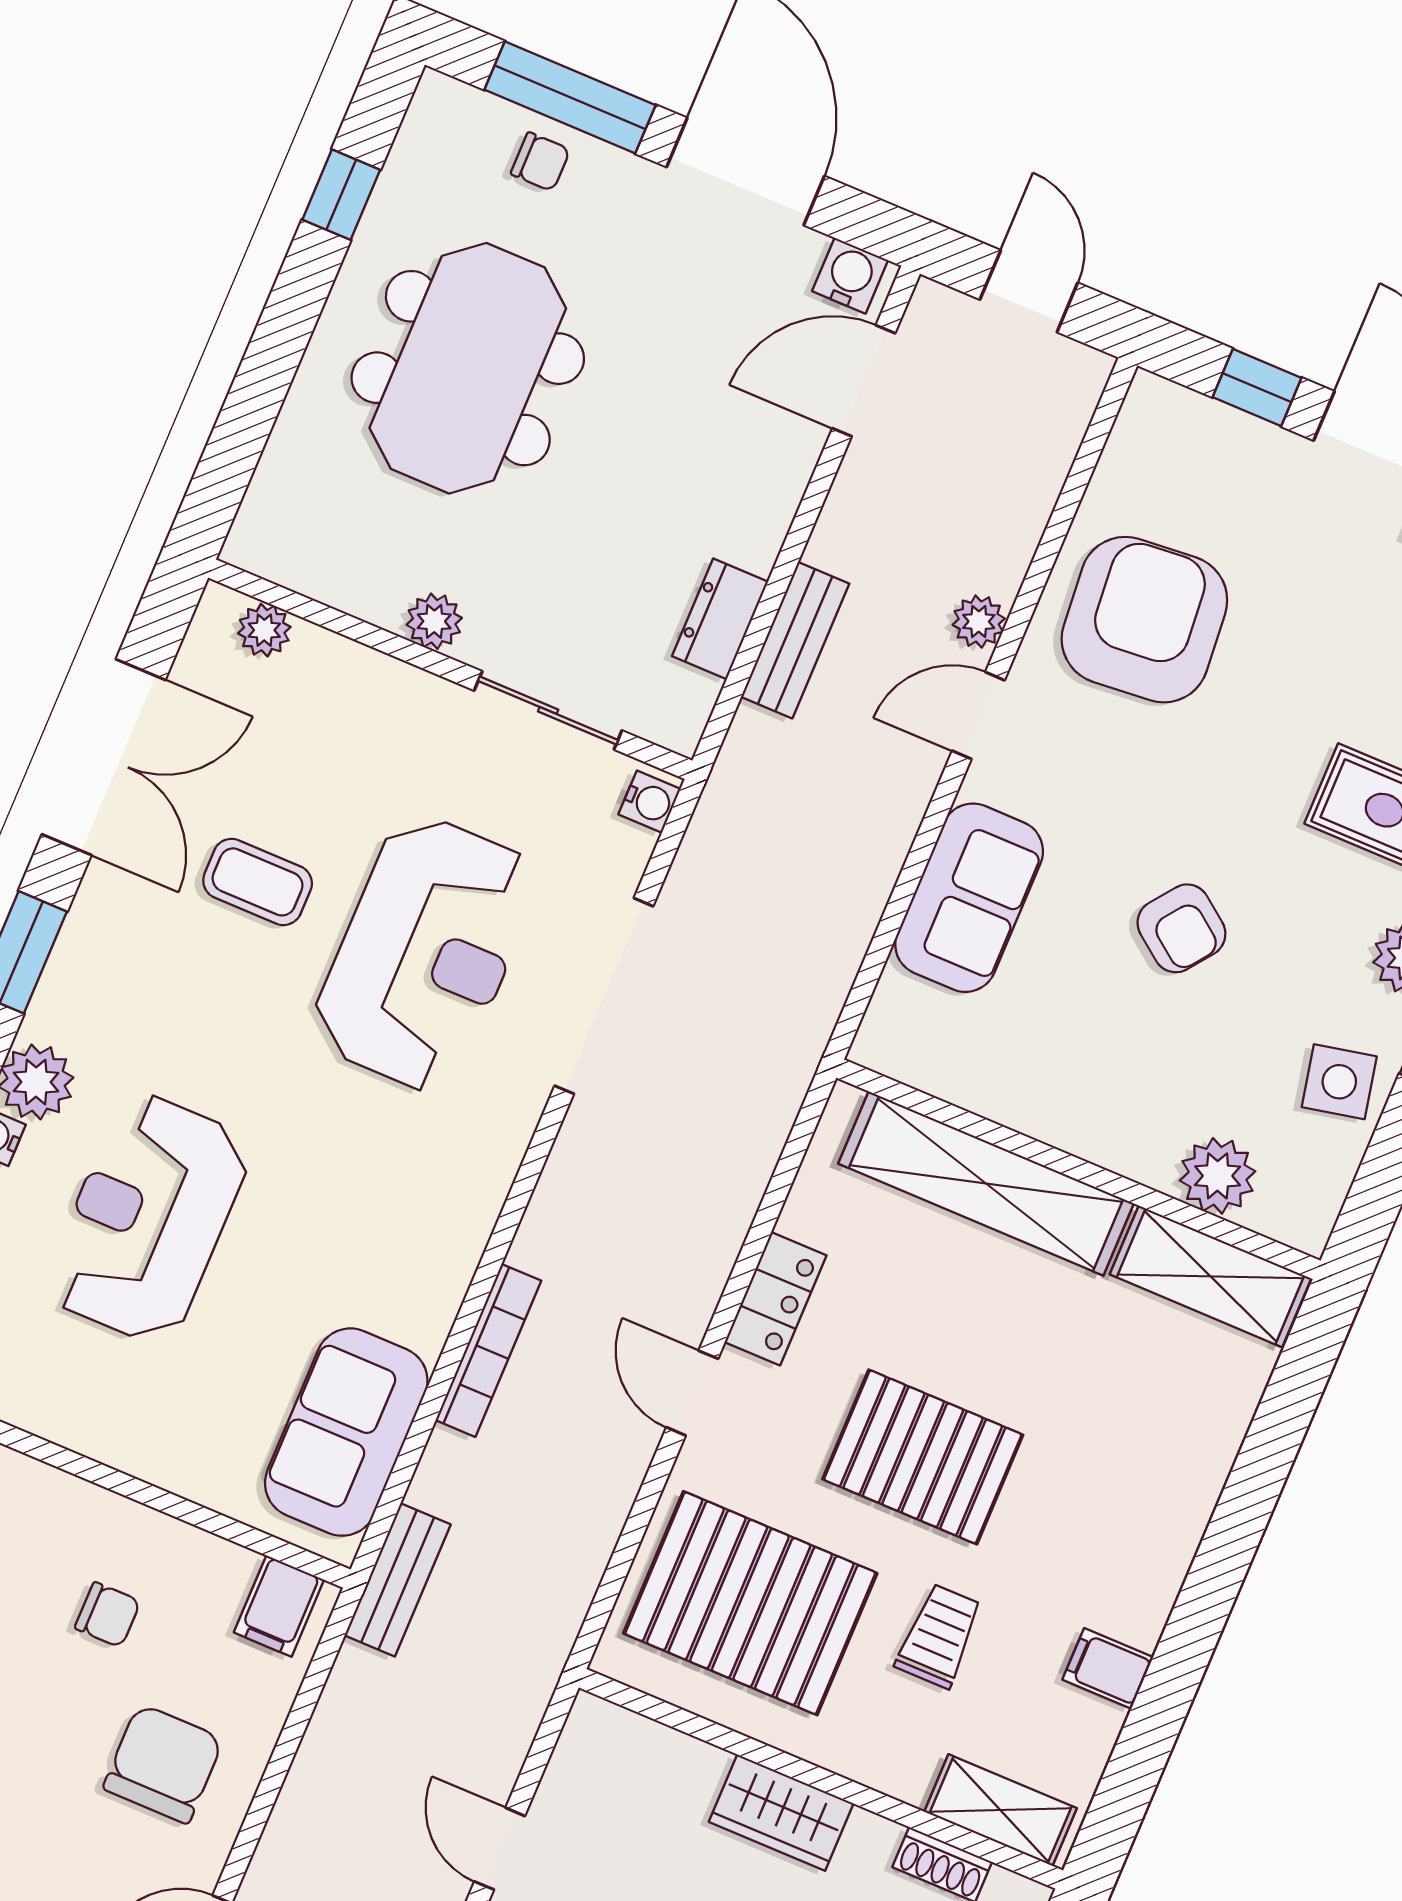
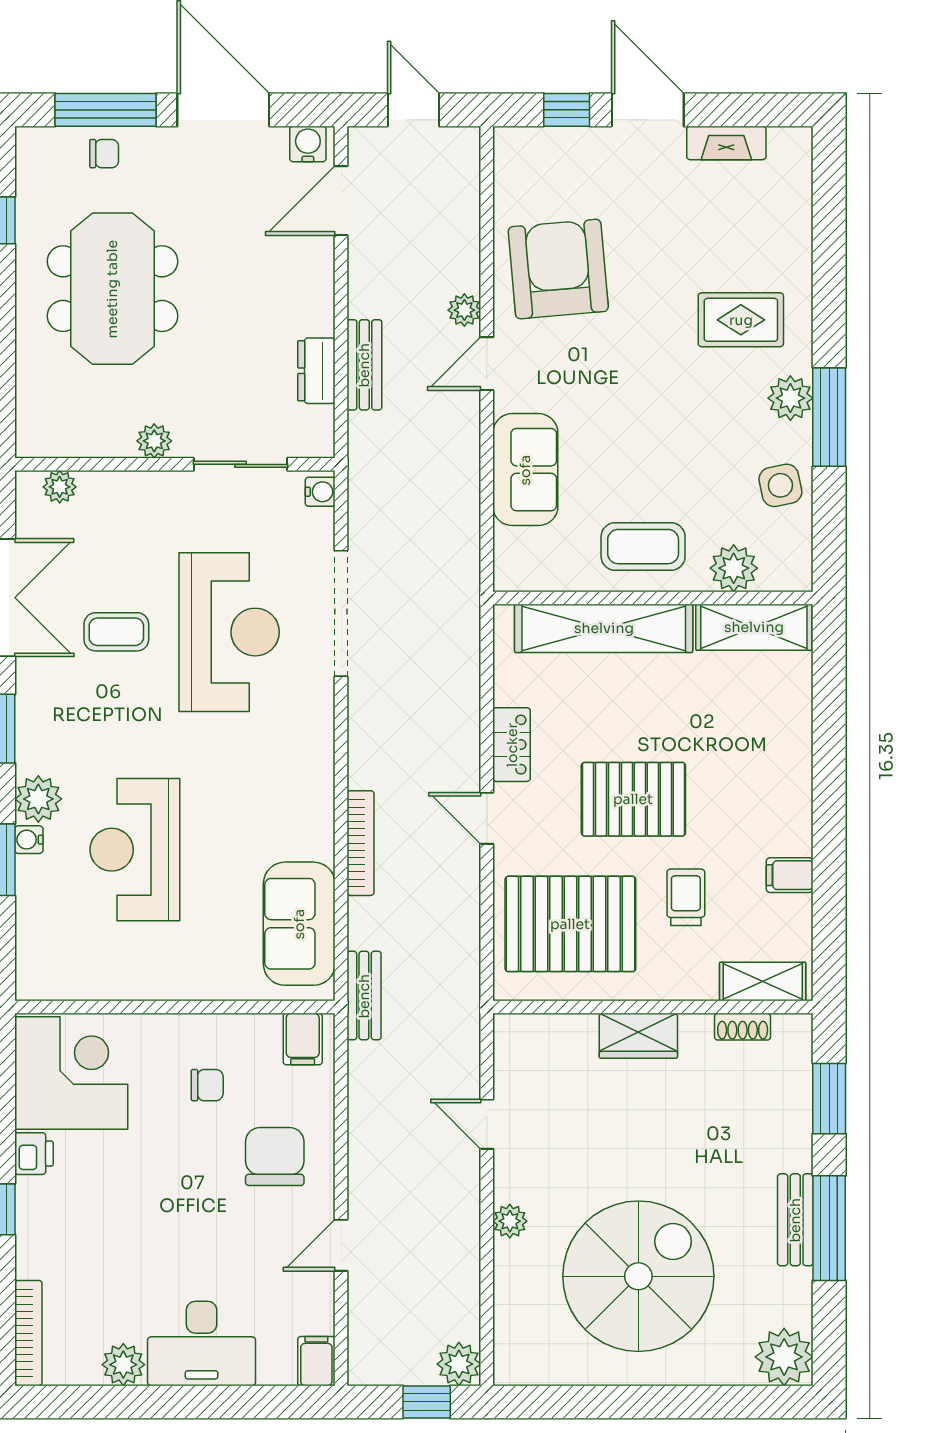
armchair: (1181, 928) -> (654, 436), removed
coffee table: (1096, 1086) -> (643, 547), added

